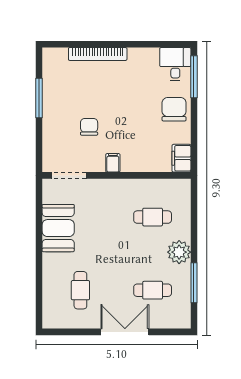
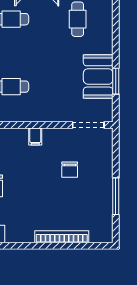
filing cabinet: (113, 163) -> (35, 136), moved
window: (39, 223) -> (116, 81), added

